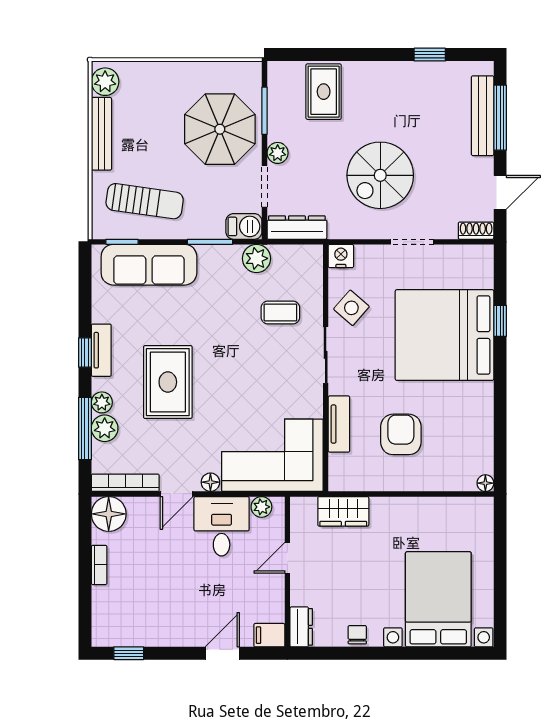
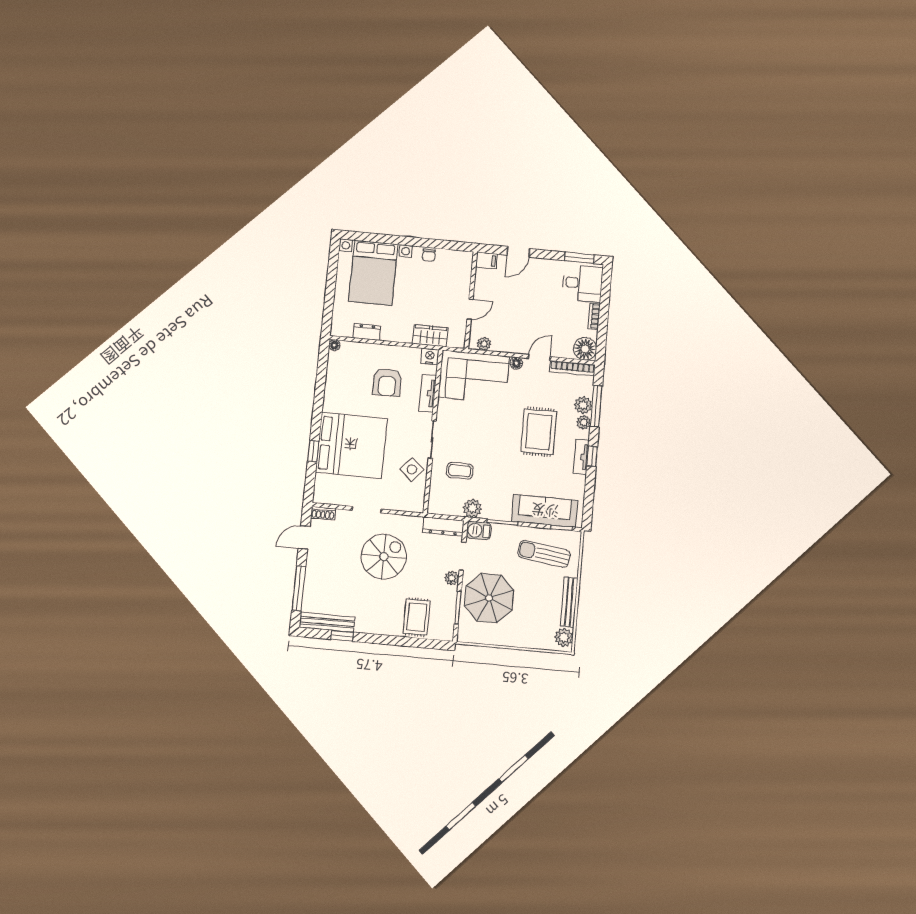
bench: (483, 116) -> (327, 622), moved, turned 90
nightstand: (341, 256) -> (430, 356), moved, turned 180
desk: (222, 526) -> (582, 283), moved, turned -90
dresser: (301, 627) -> (367, 332), moved, turned 90
window: (129, 653) -> (579, 258), width x1.50

